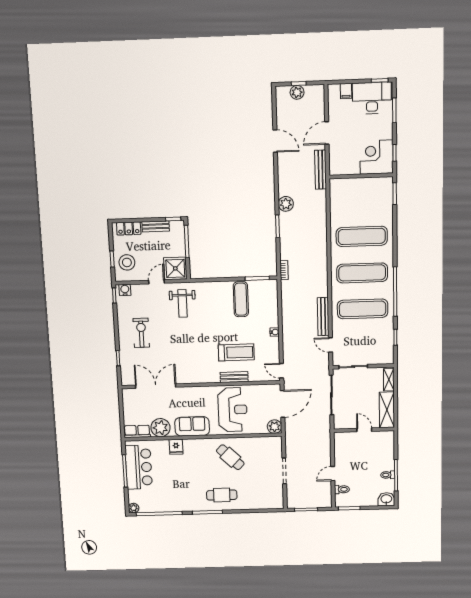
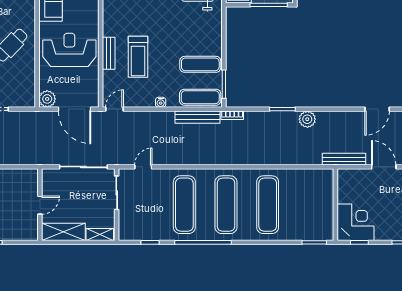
exercise mat: (269, 298) -> (200, 97), added
bench: (323, 317) -> (198, 117), moved
reception desk: (233, 410) -> (69, 50), turned 180

